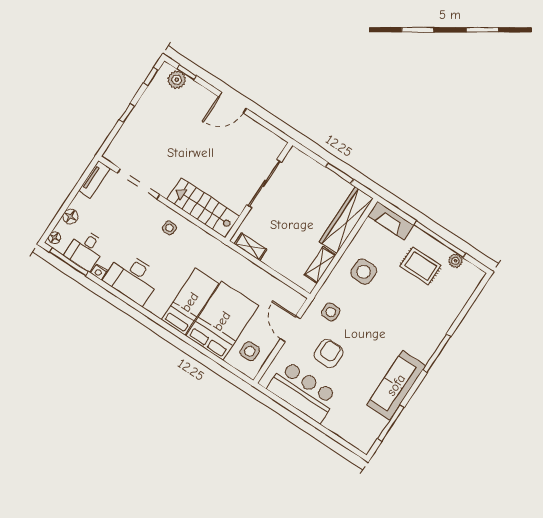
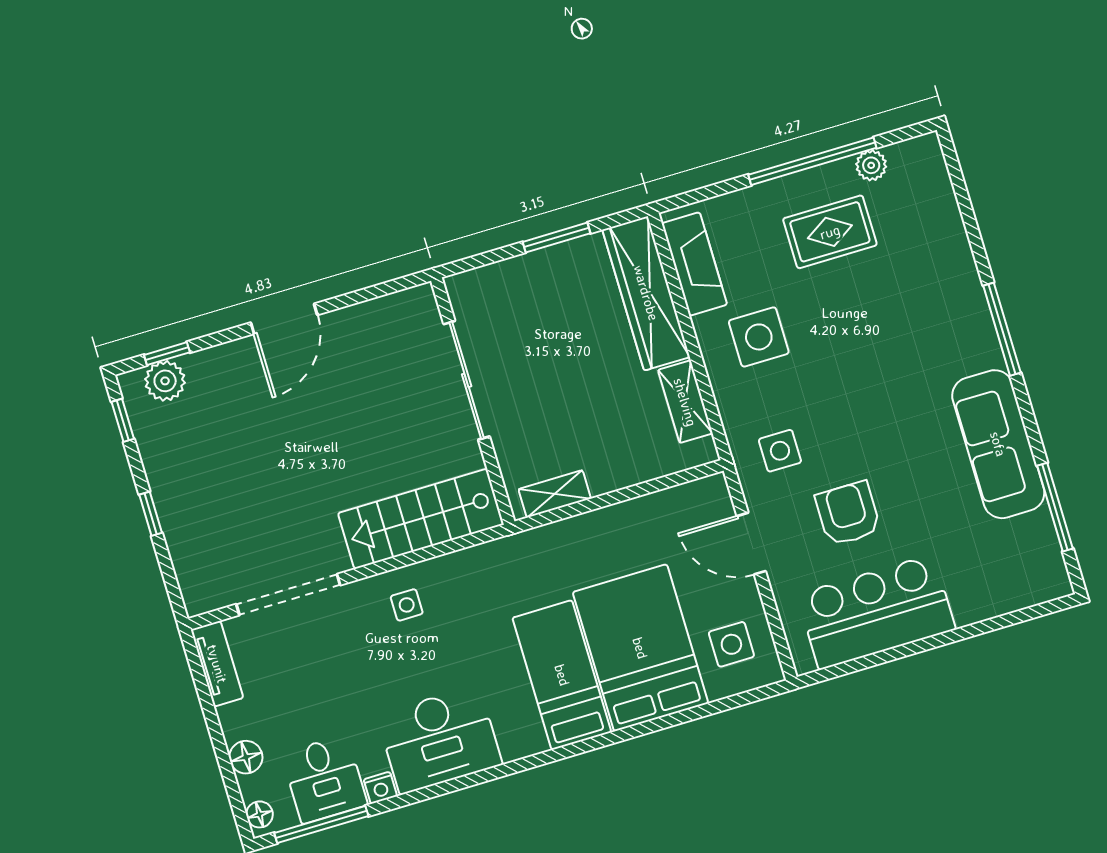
fireplace: (391, 221) -> (694, 264), moved, turned -90

